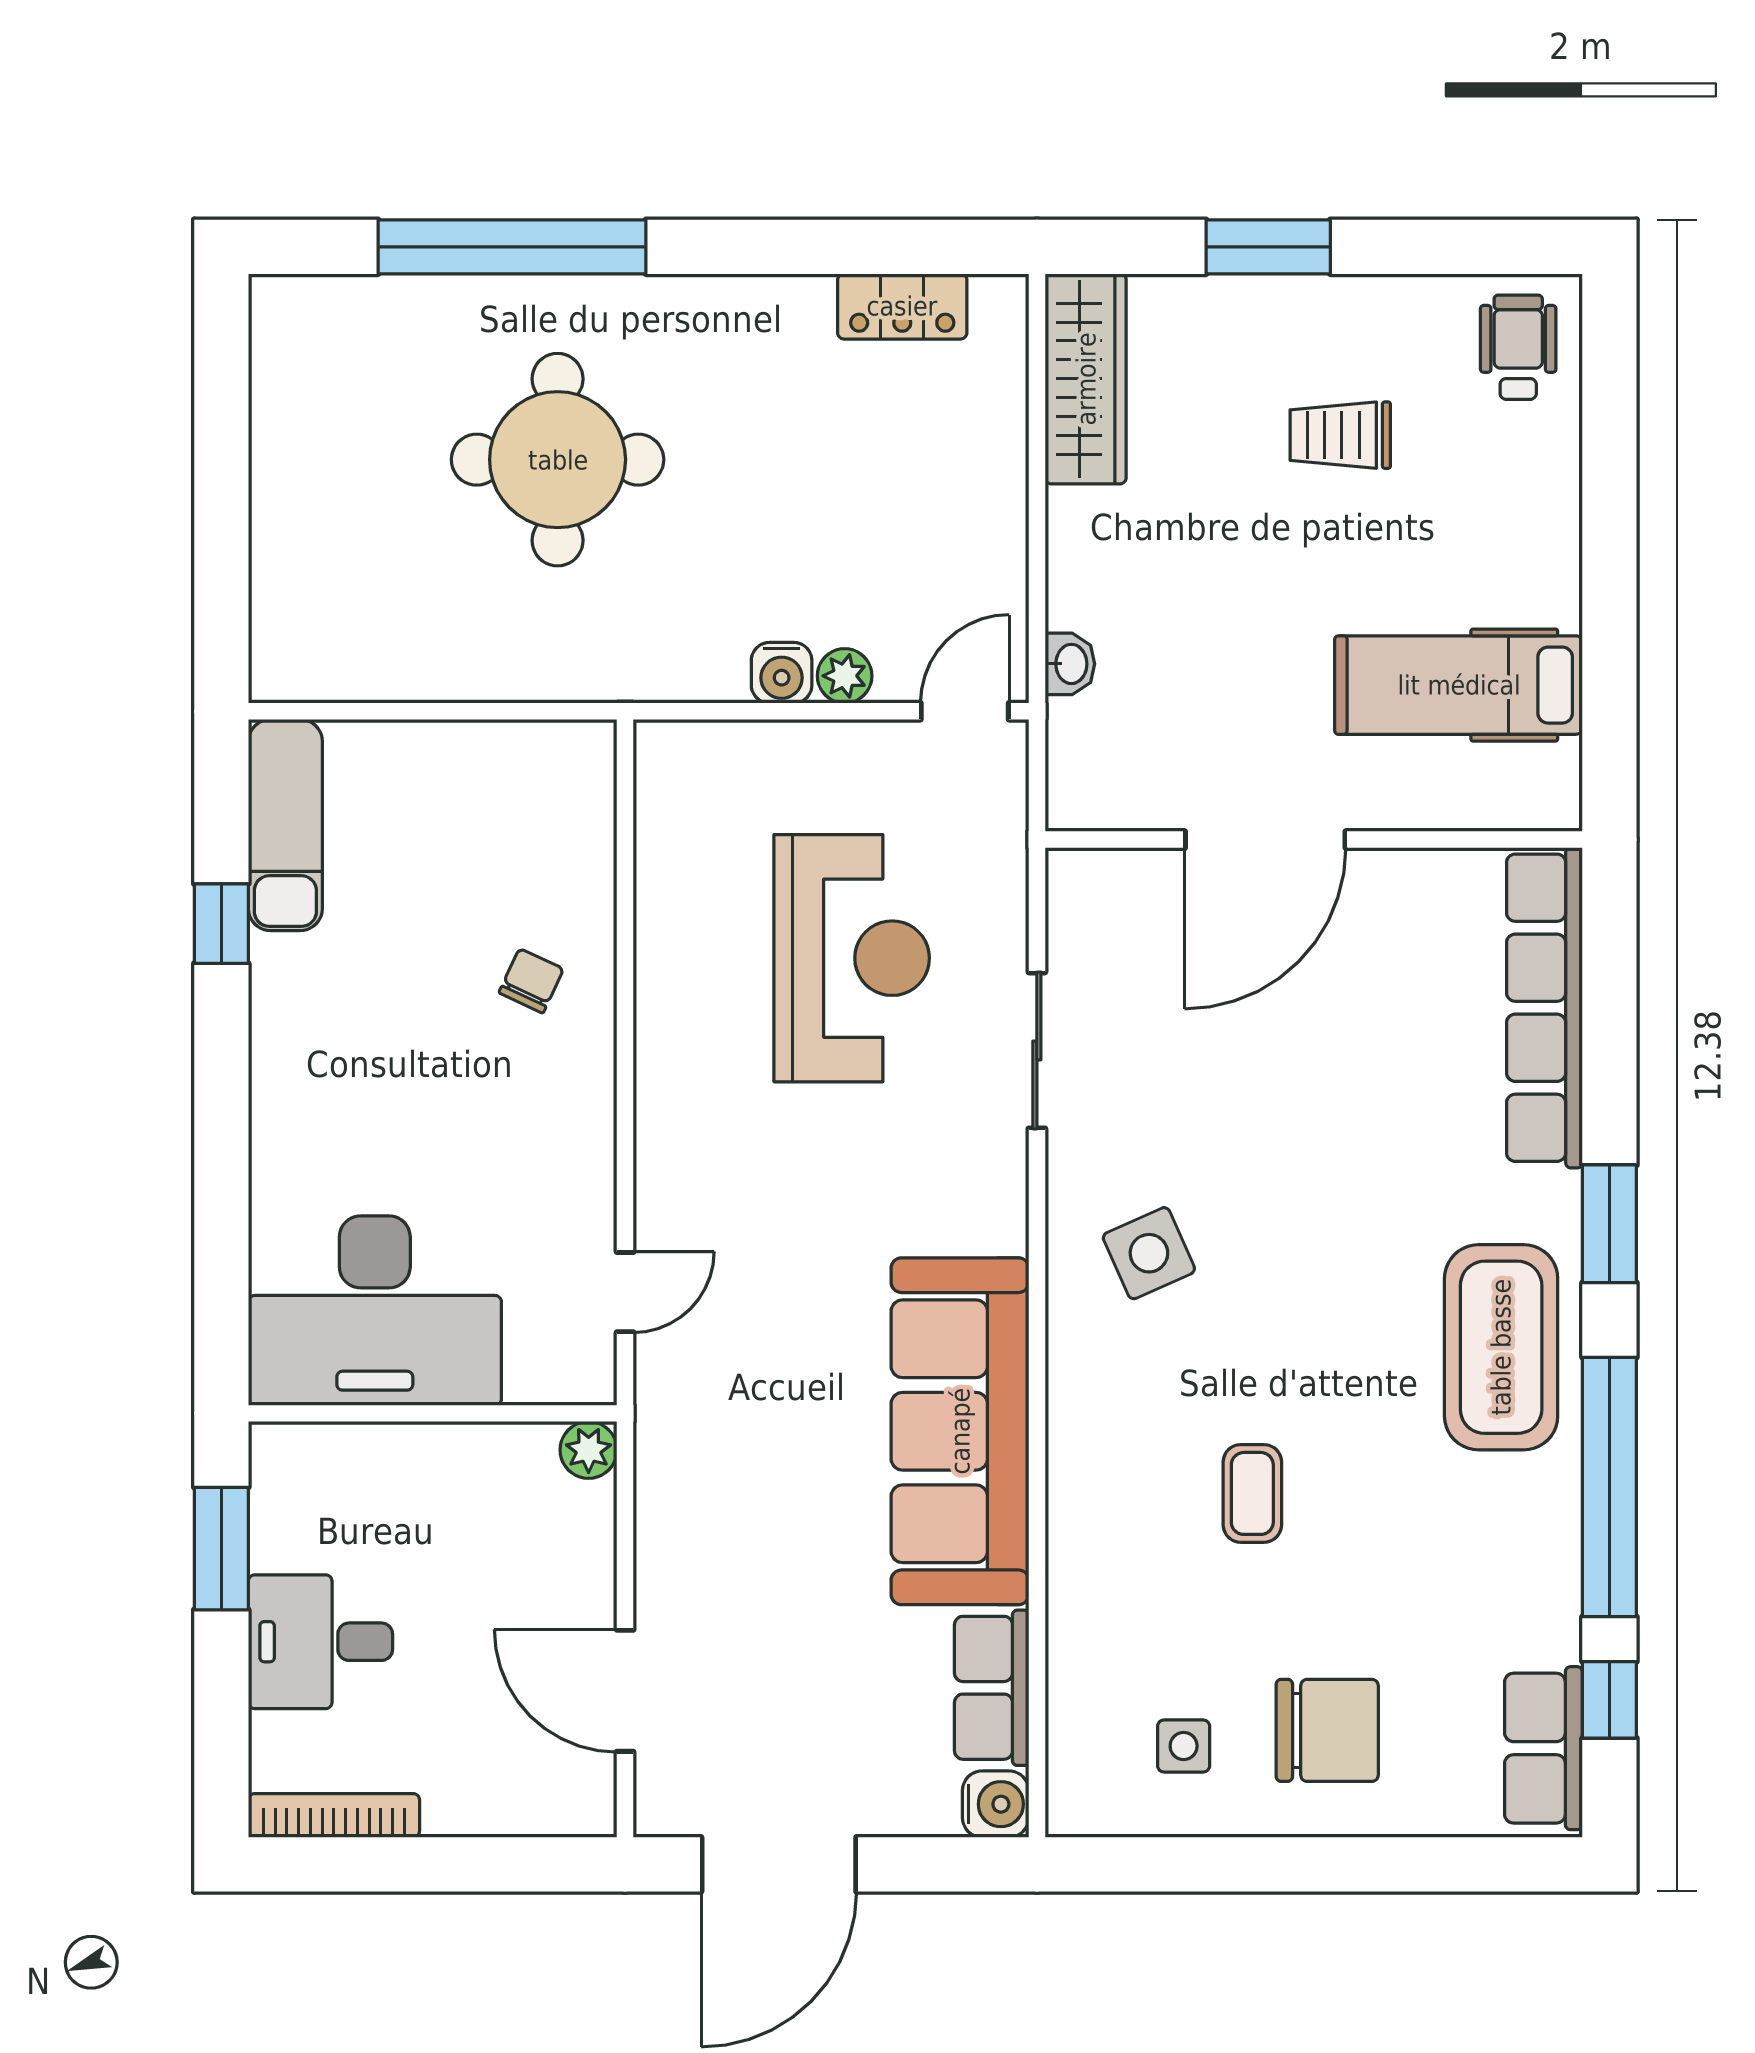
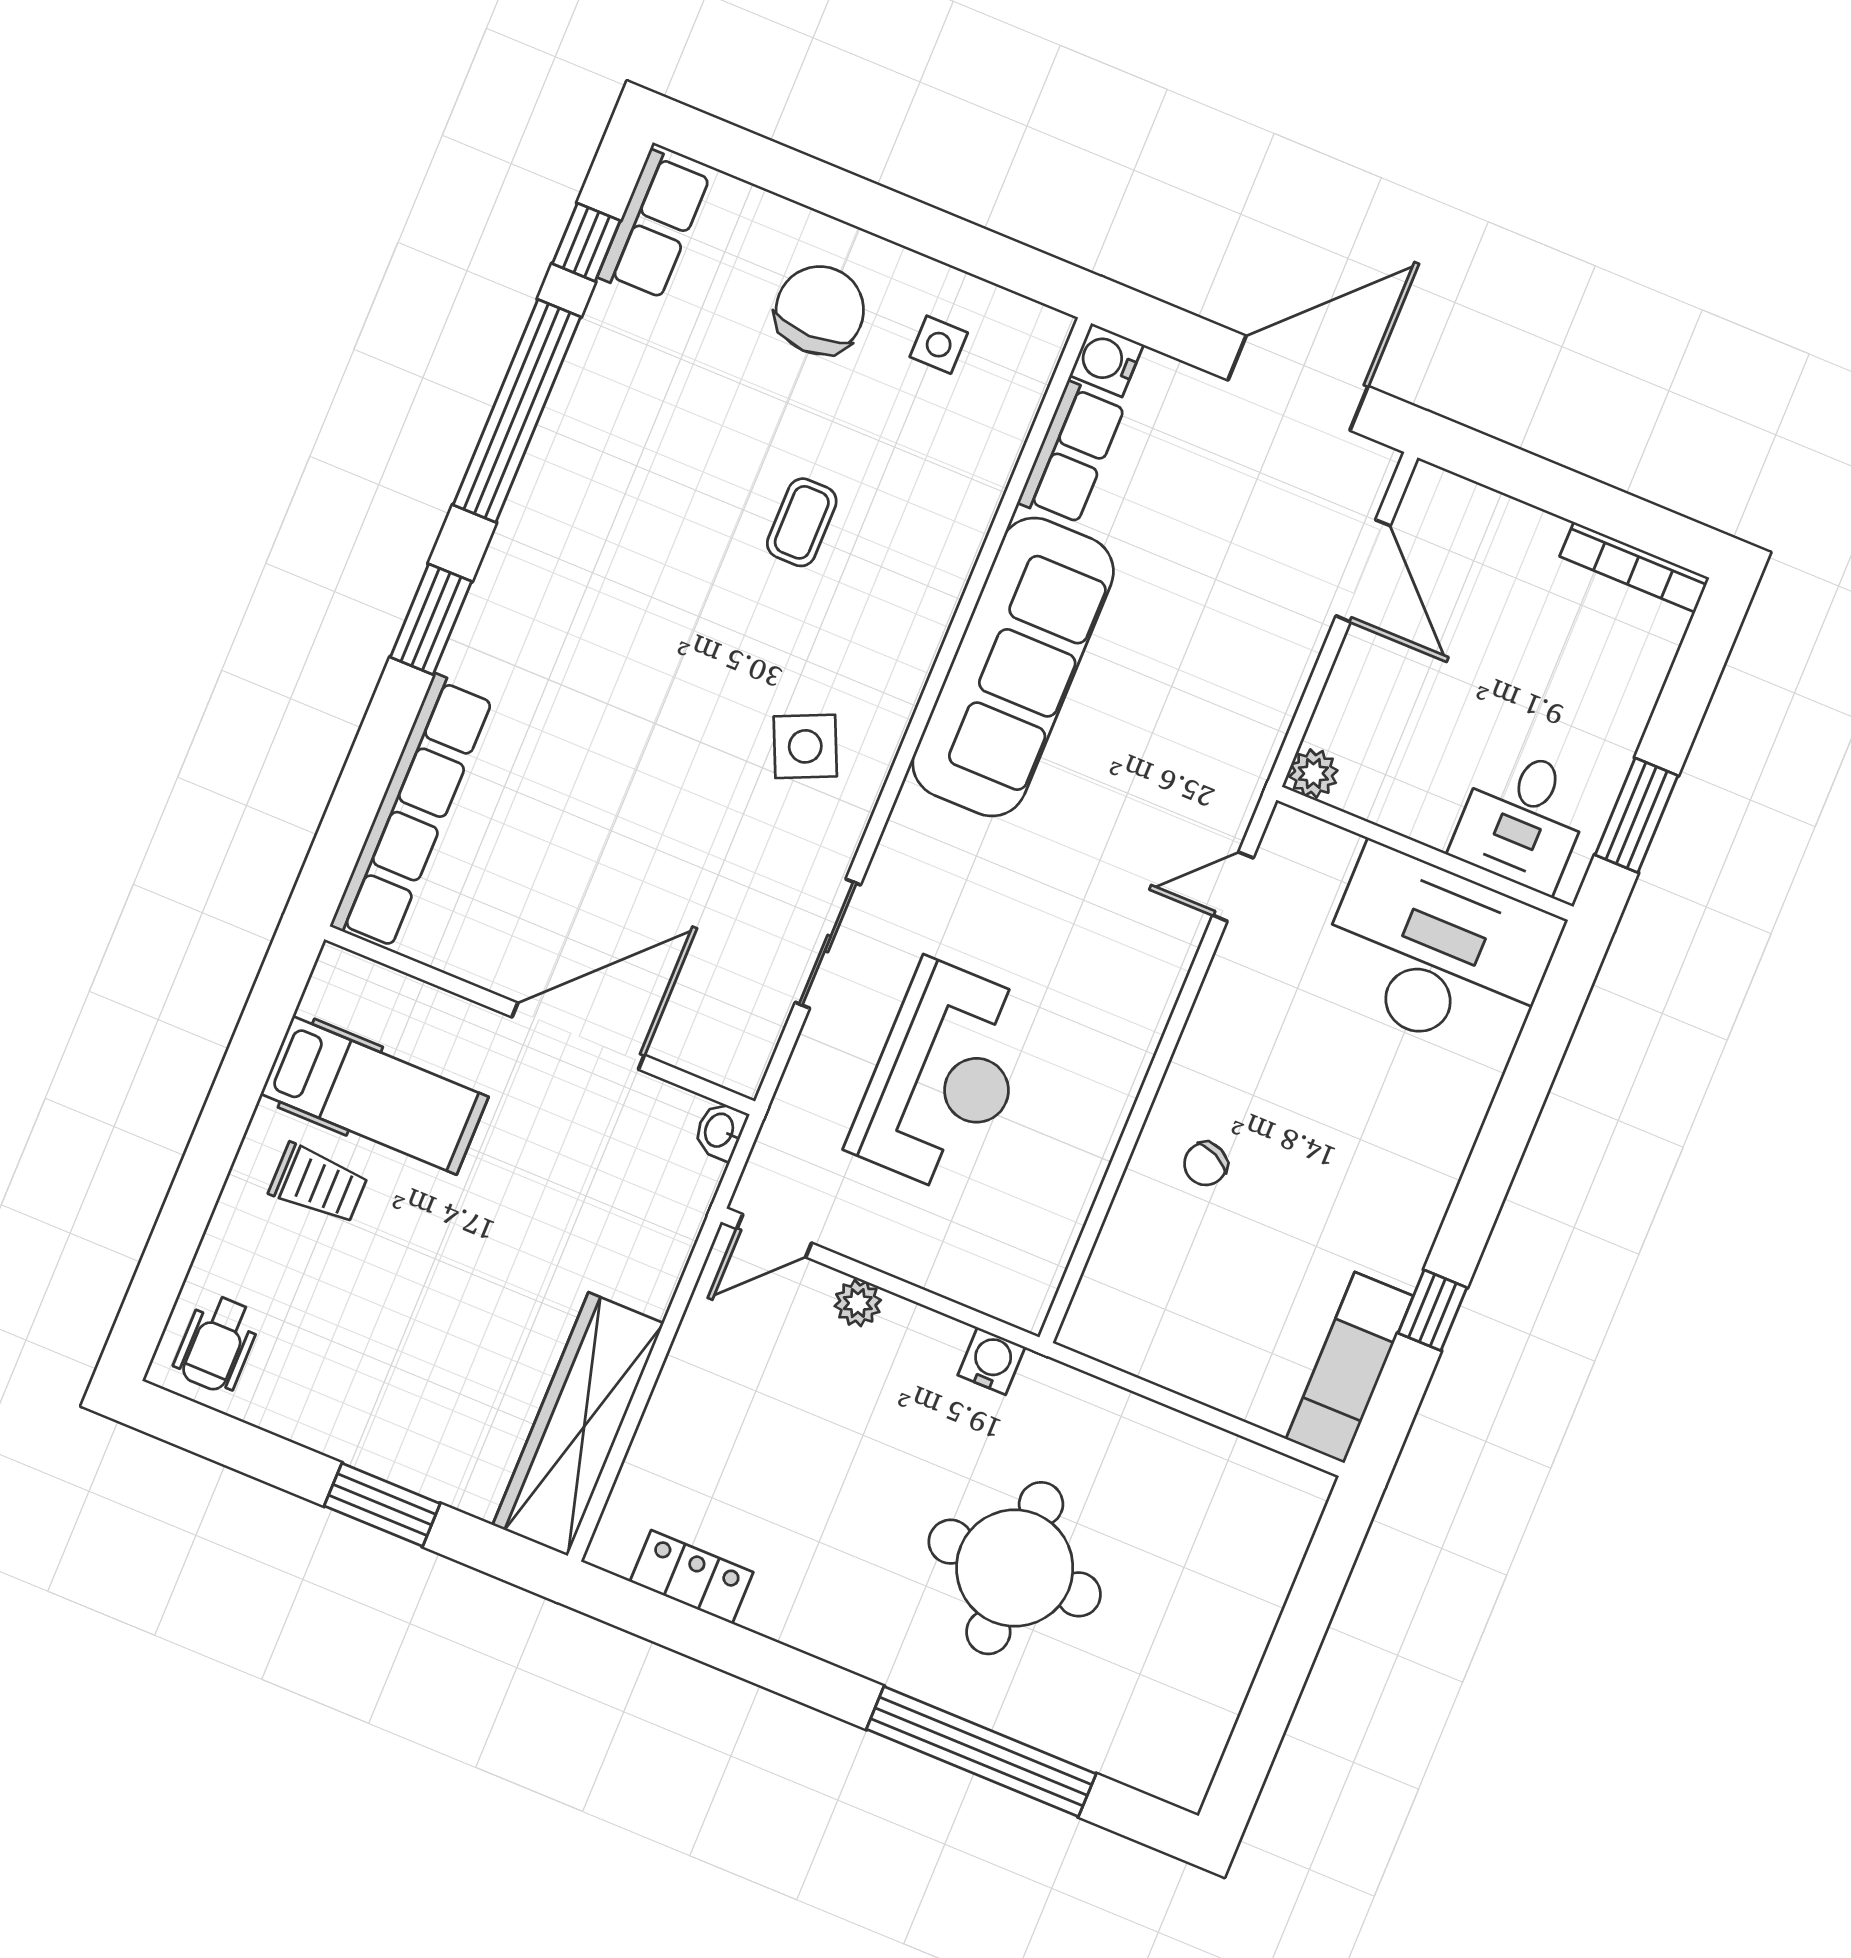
wardrobe: (1086, 379) -> (578, 1424), width x1.40, depth x1.17
trolley: (1340, 435) -> (318, 1184), moved
washbasin: (1070, 664) -> (720, 1131), moved
water cooler: (782, 673) -> (992, 1361), moved
reception desk: (852, 958) -> (944, 1077), turned 180
coffee table: (1501, 1347) -> (557, 557), removed
desk: (320, 1642) -> (1522, 819), moved, turned 90
chair: (1327, 1730) -> (820, 310), turned 90

